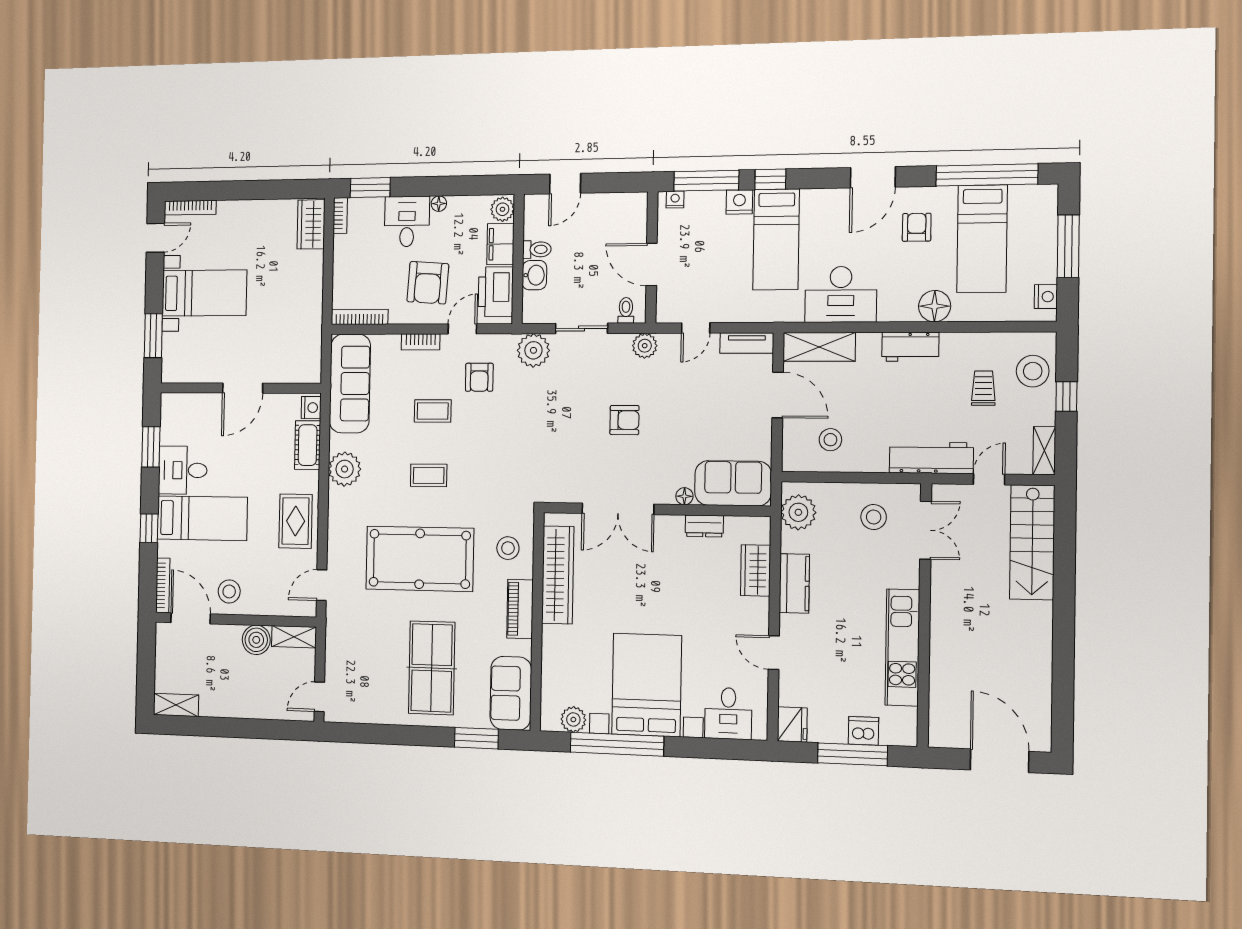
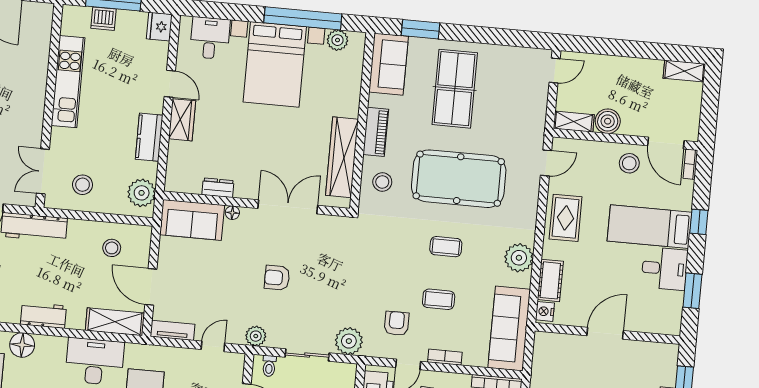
wardrobe: (755, 570) -> (182, 120), moved
bookcase: (163, 585) -> (690, 164), width x0.64

